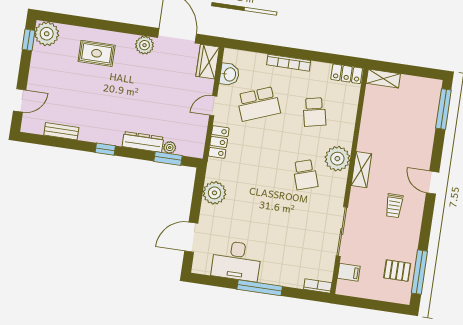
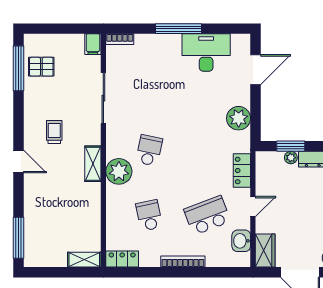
school desk: (305, 175) -> (149, 150), turned 30
filing cabinet: (349, 272) -> (93, 44), moved, turned -90

